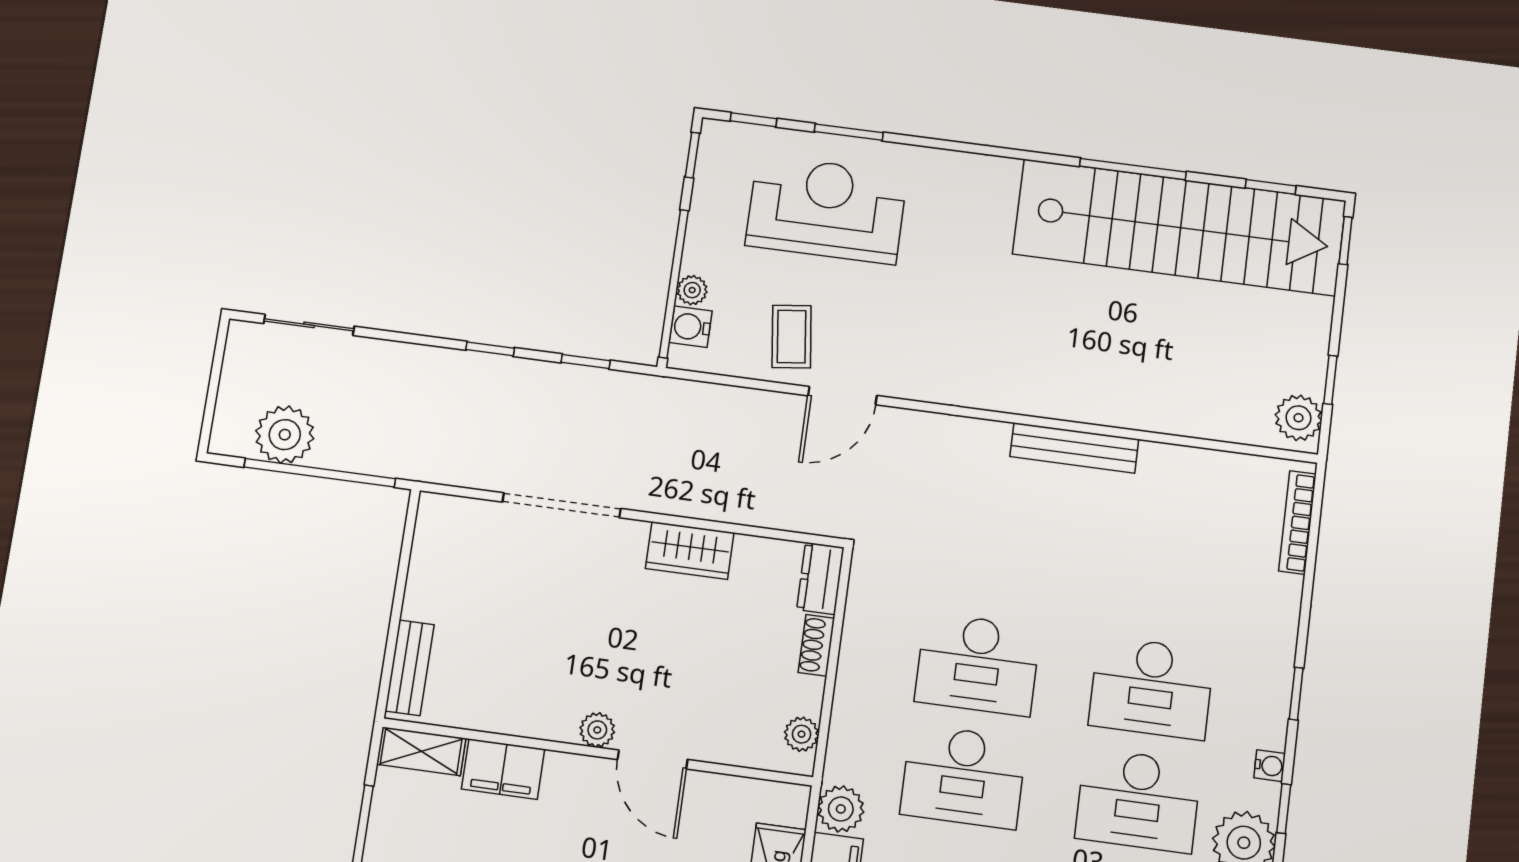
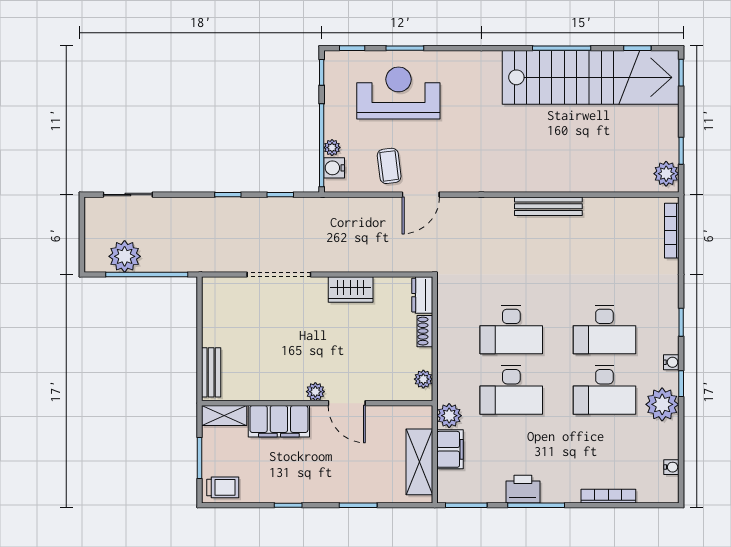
filing cabinet: (503, 769) -> (279, 421), width x1.50, depth x1.17

